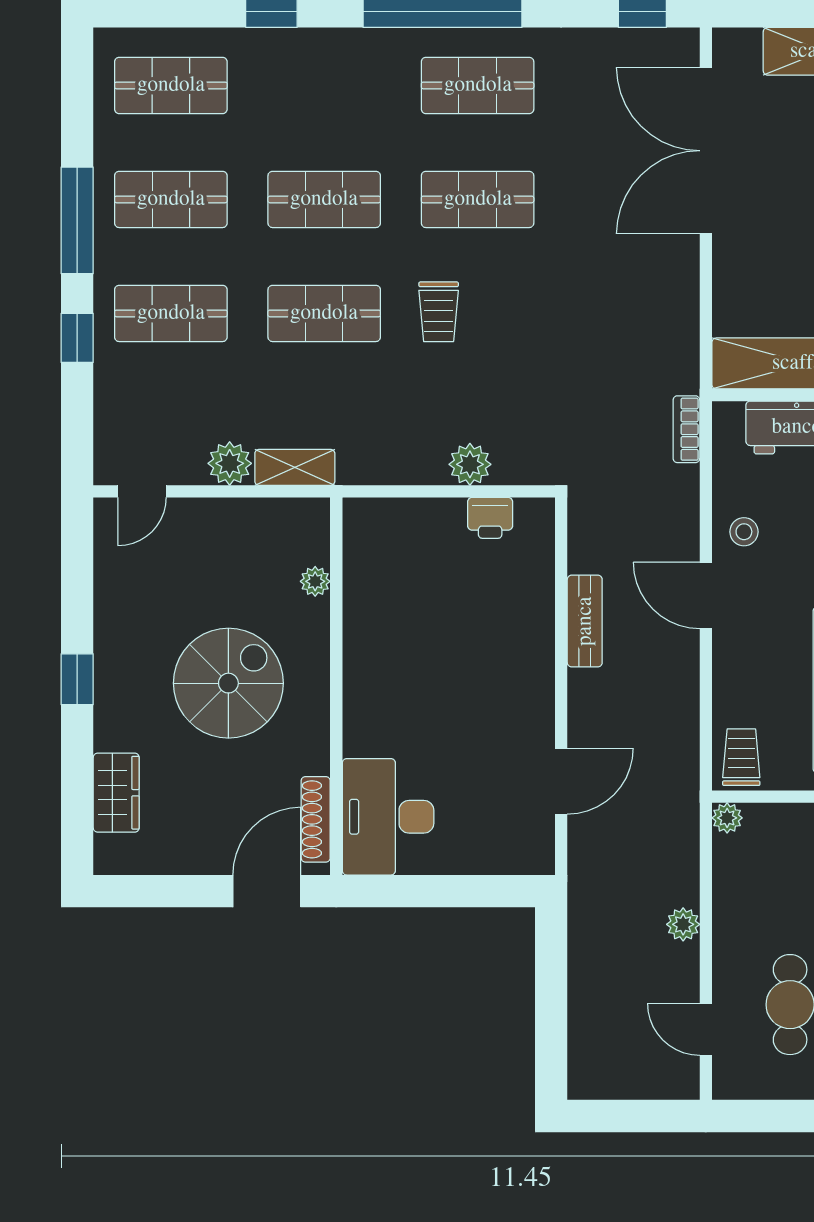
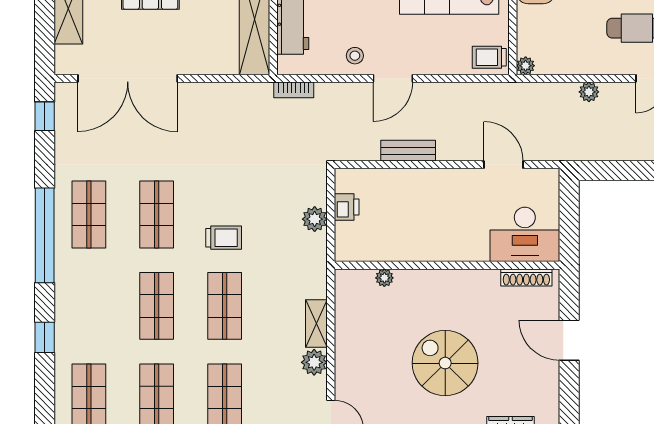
plant: (315, 581) -> (384, 278), moved
wall: (336, 686) -> (447, 265), moved
desk: (388, 817) -> (525, 234), moved
shoe rack: (316, 819) -> (526, 277), moved

